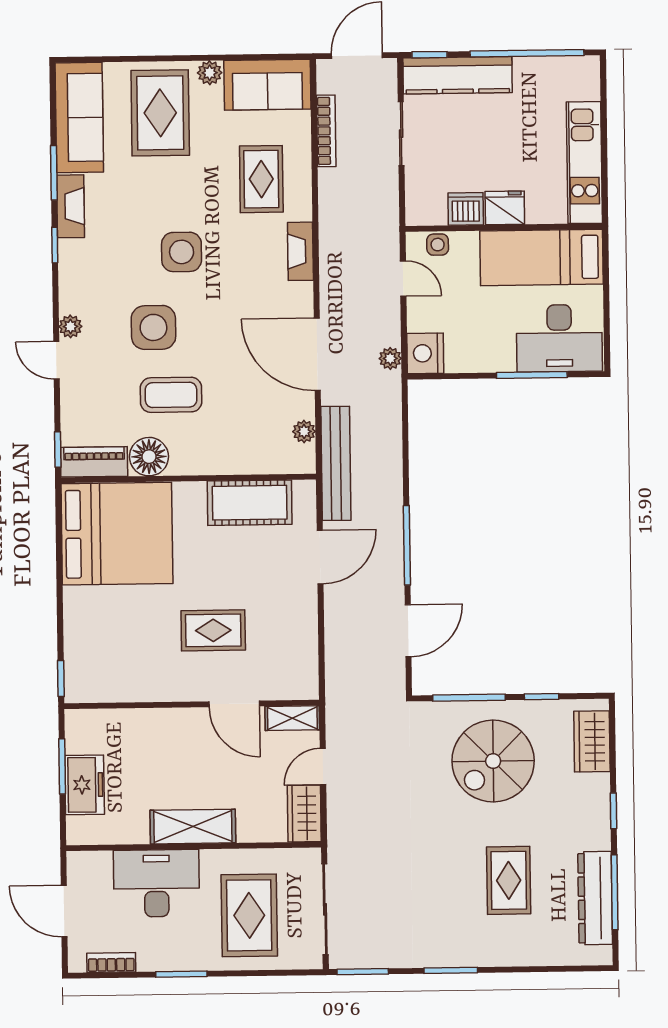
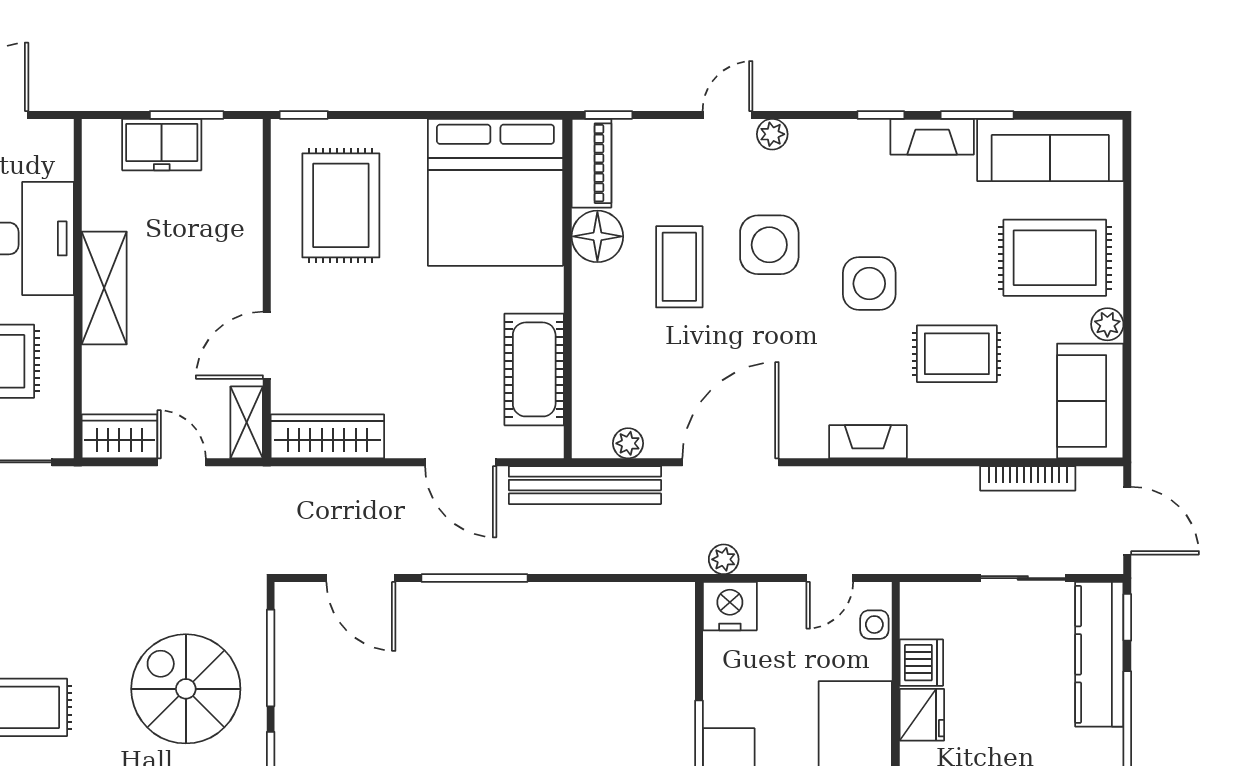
rug: (261, 179) -> (957, 354), moved
rug: (213, 630) -> (341, 205), moved, width x1.36, depth x1.43
wardrobe: (302, 657) -> (327, 436), added

